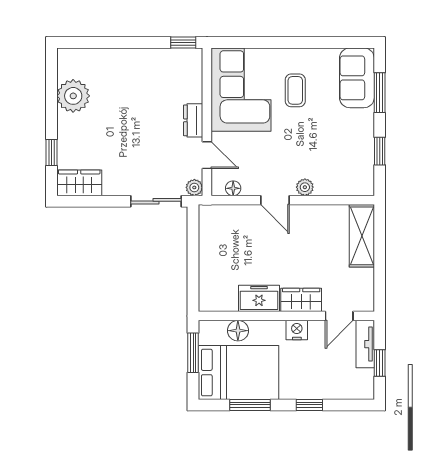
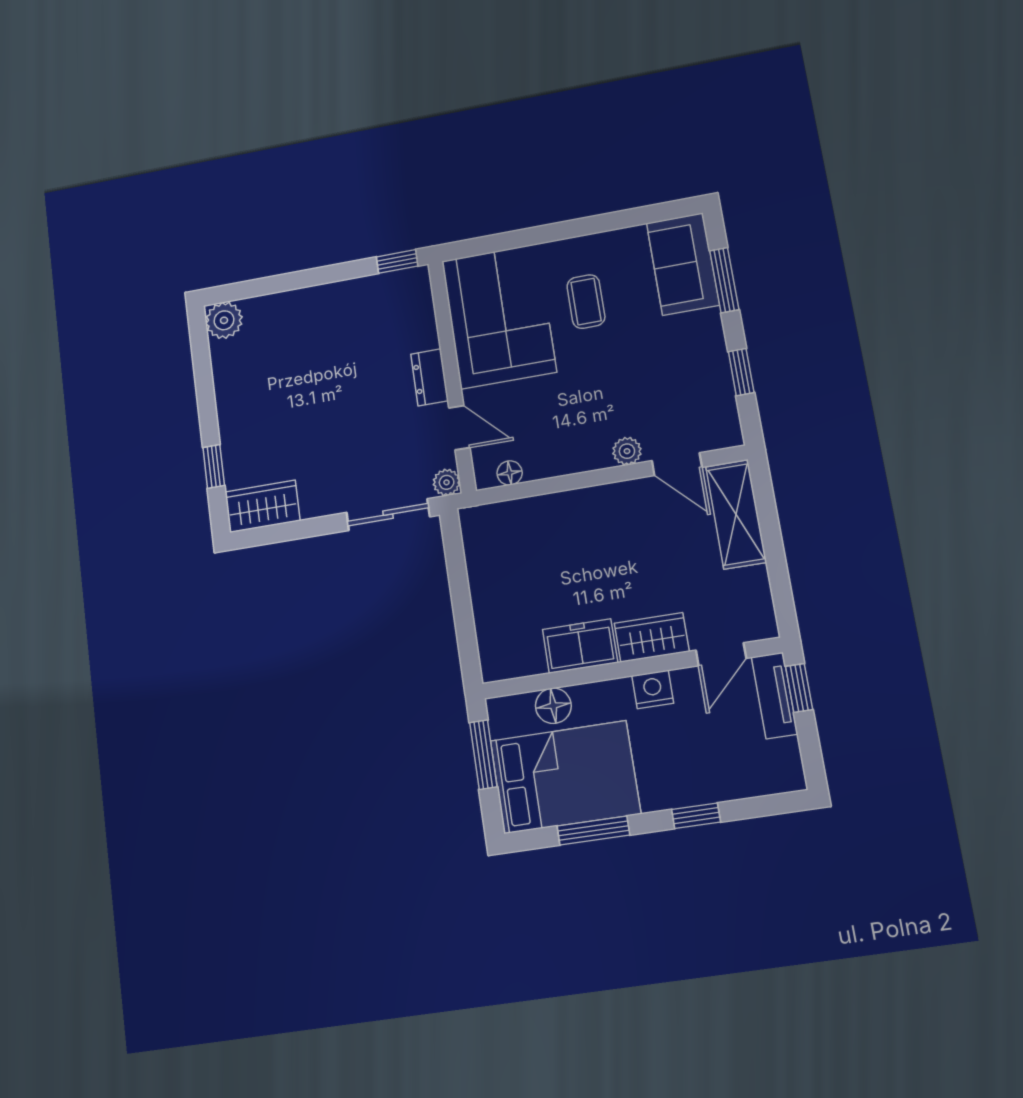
plant: (73, 96) -> (224, 320), moved, width x0.73, depth x0.73
door: (275, 200) -> (677, 464), moved
window: (380, 363) -> (799, 688), moved

